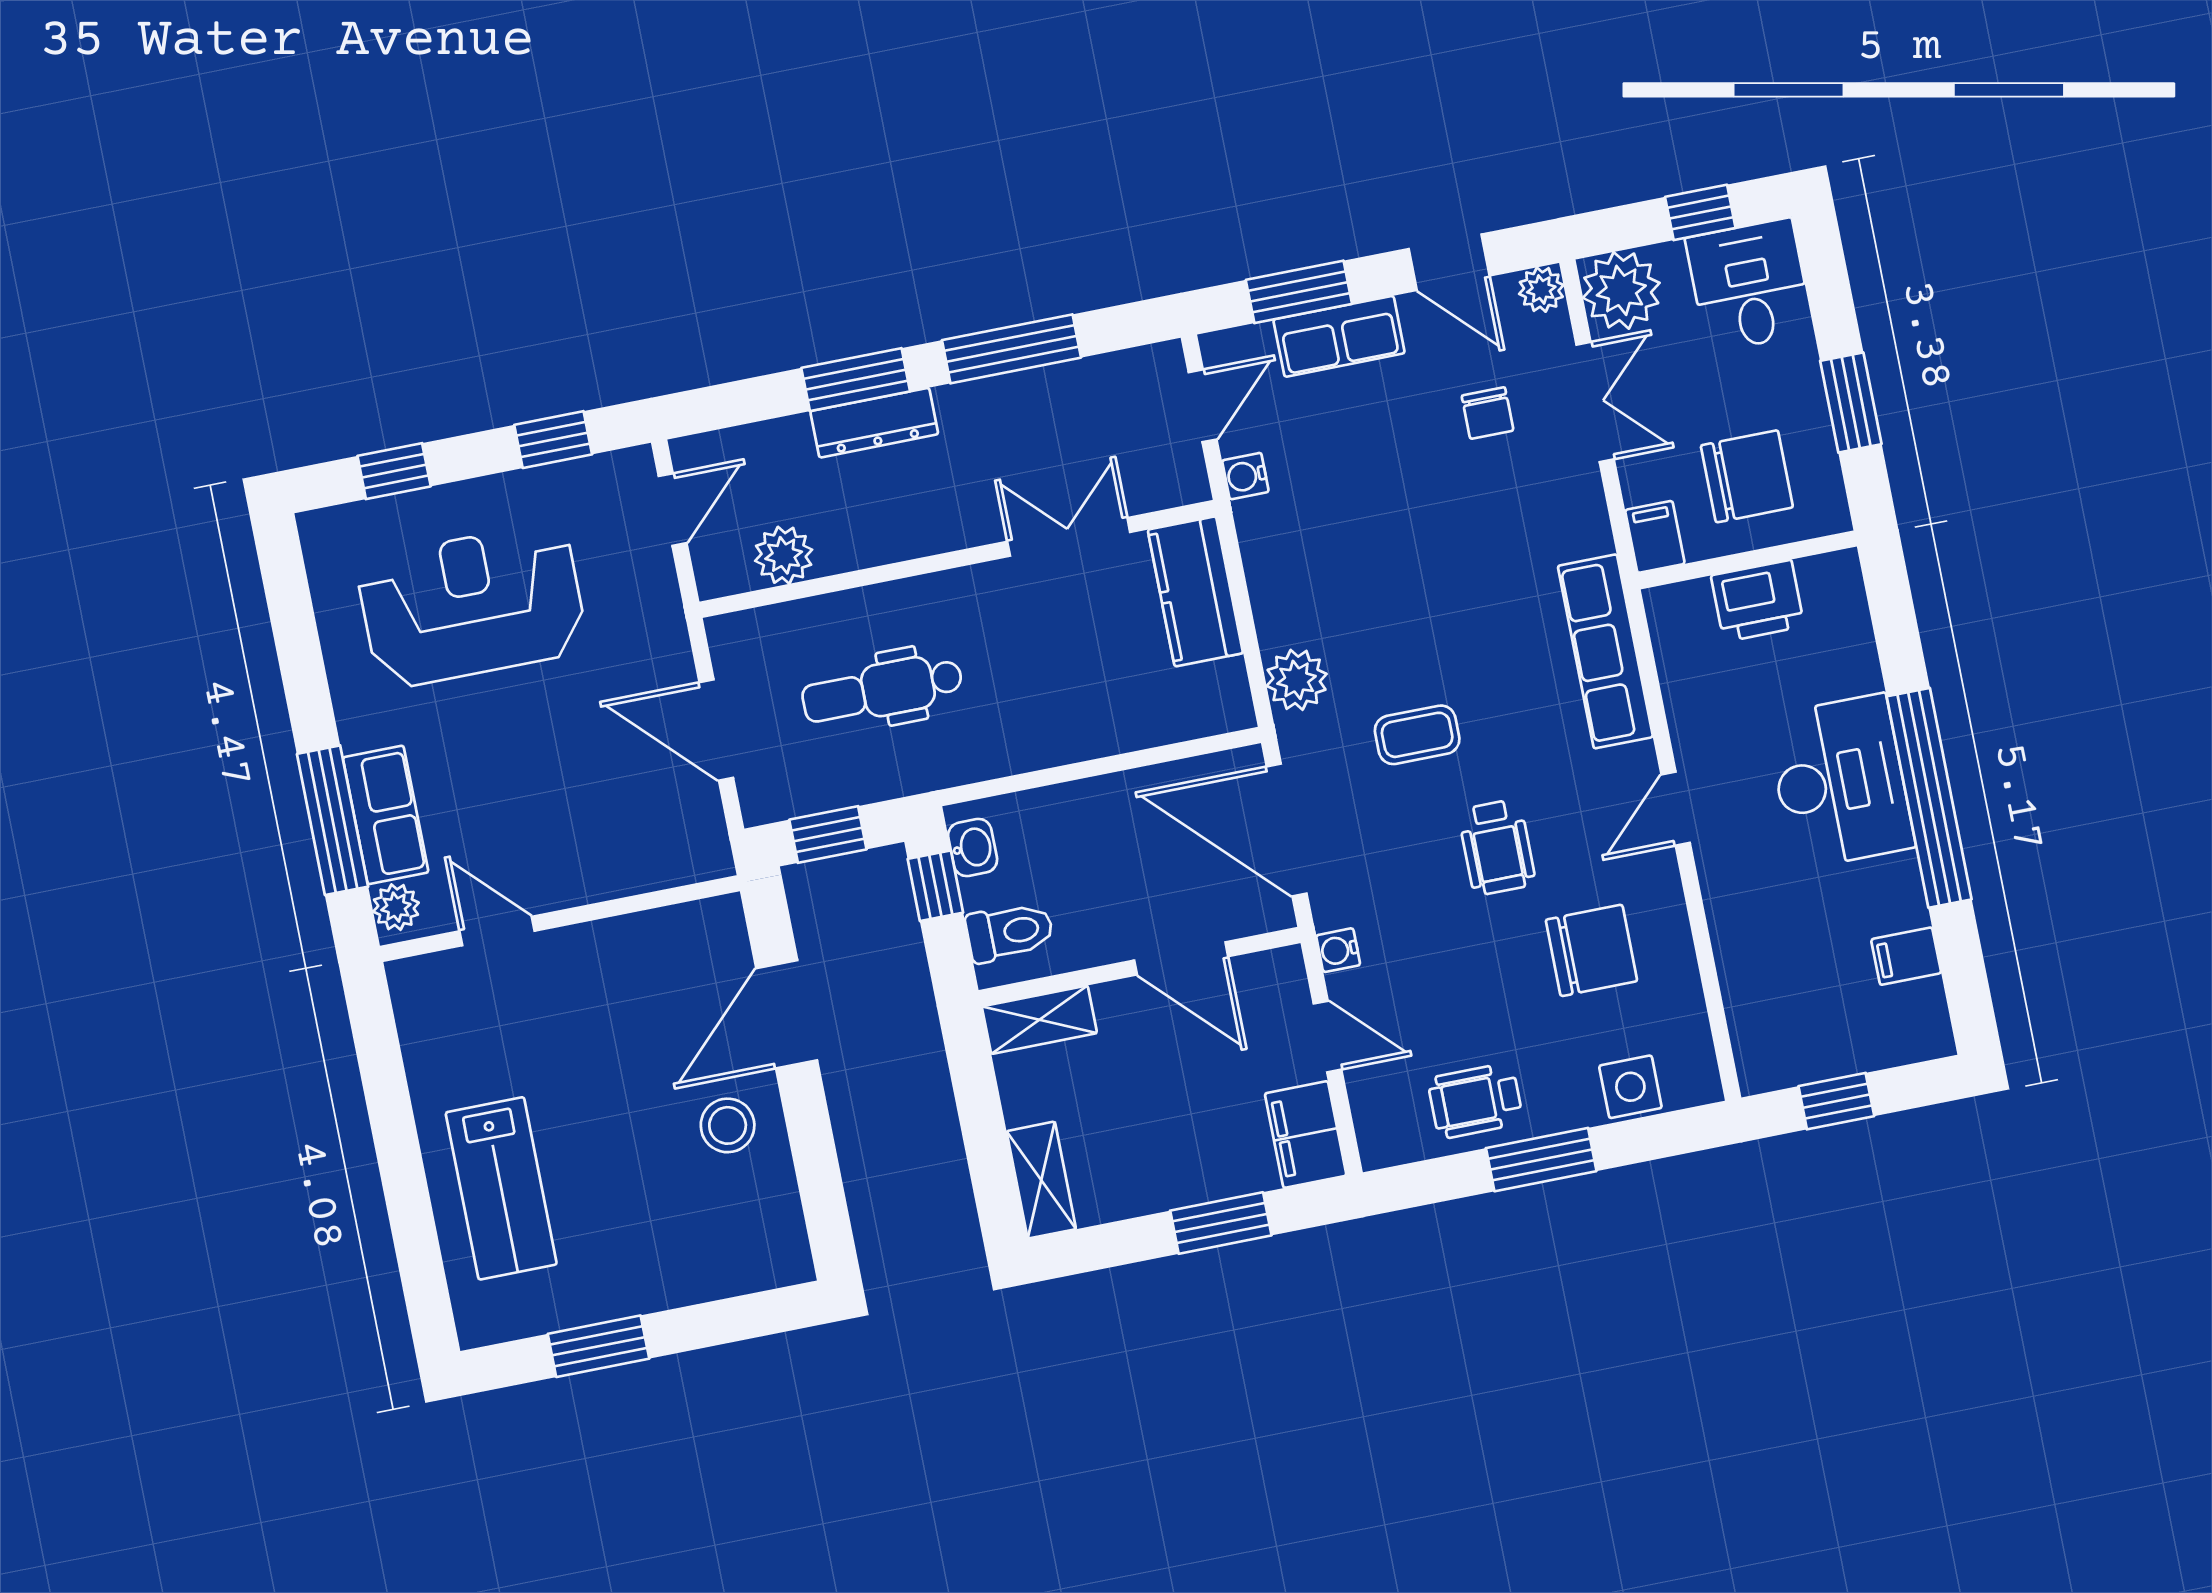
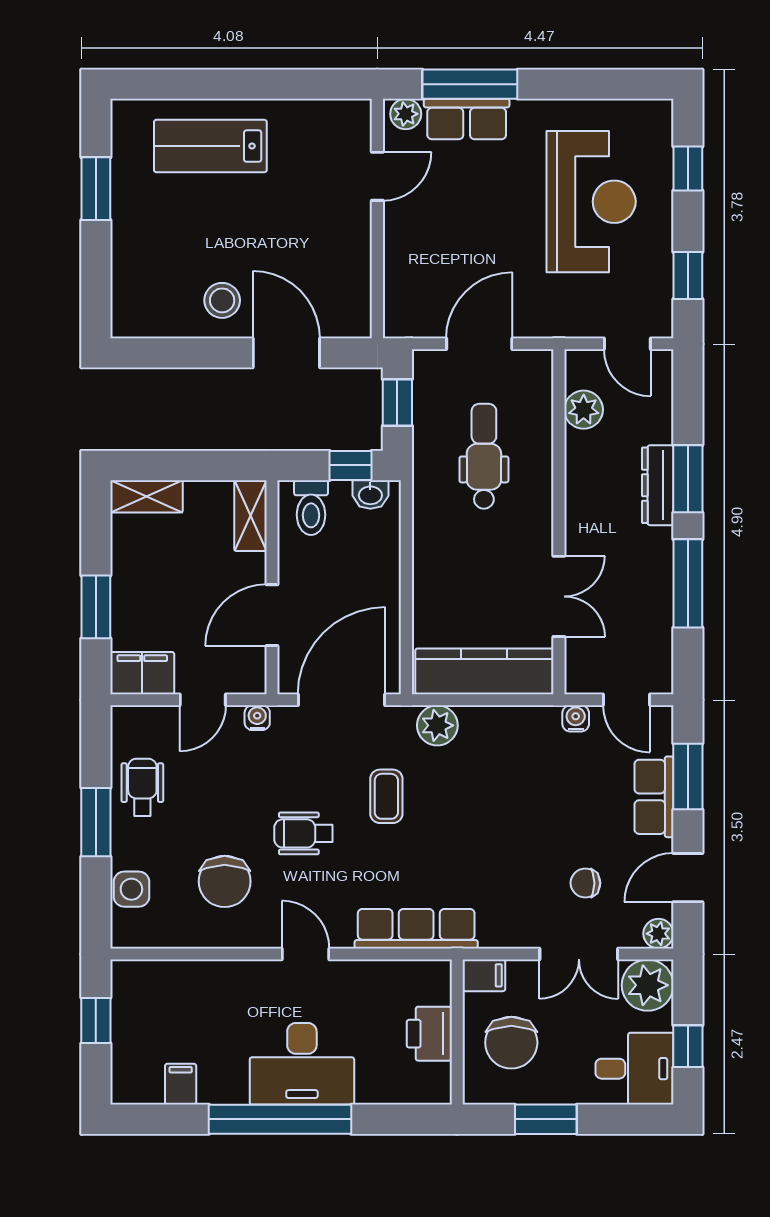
kitchen counter: (1195, 591) -> (484, 671), width x1.50

